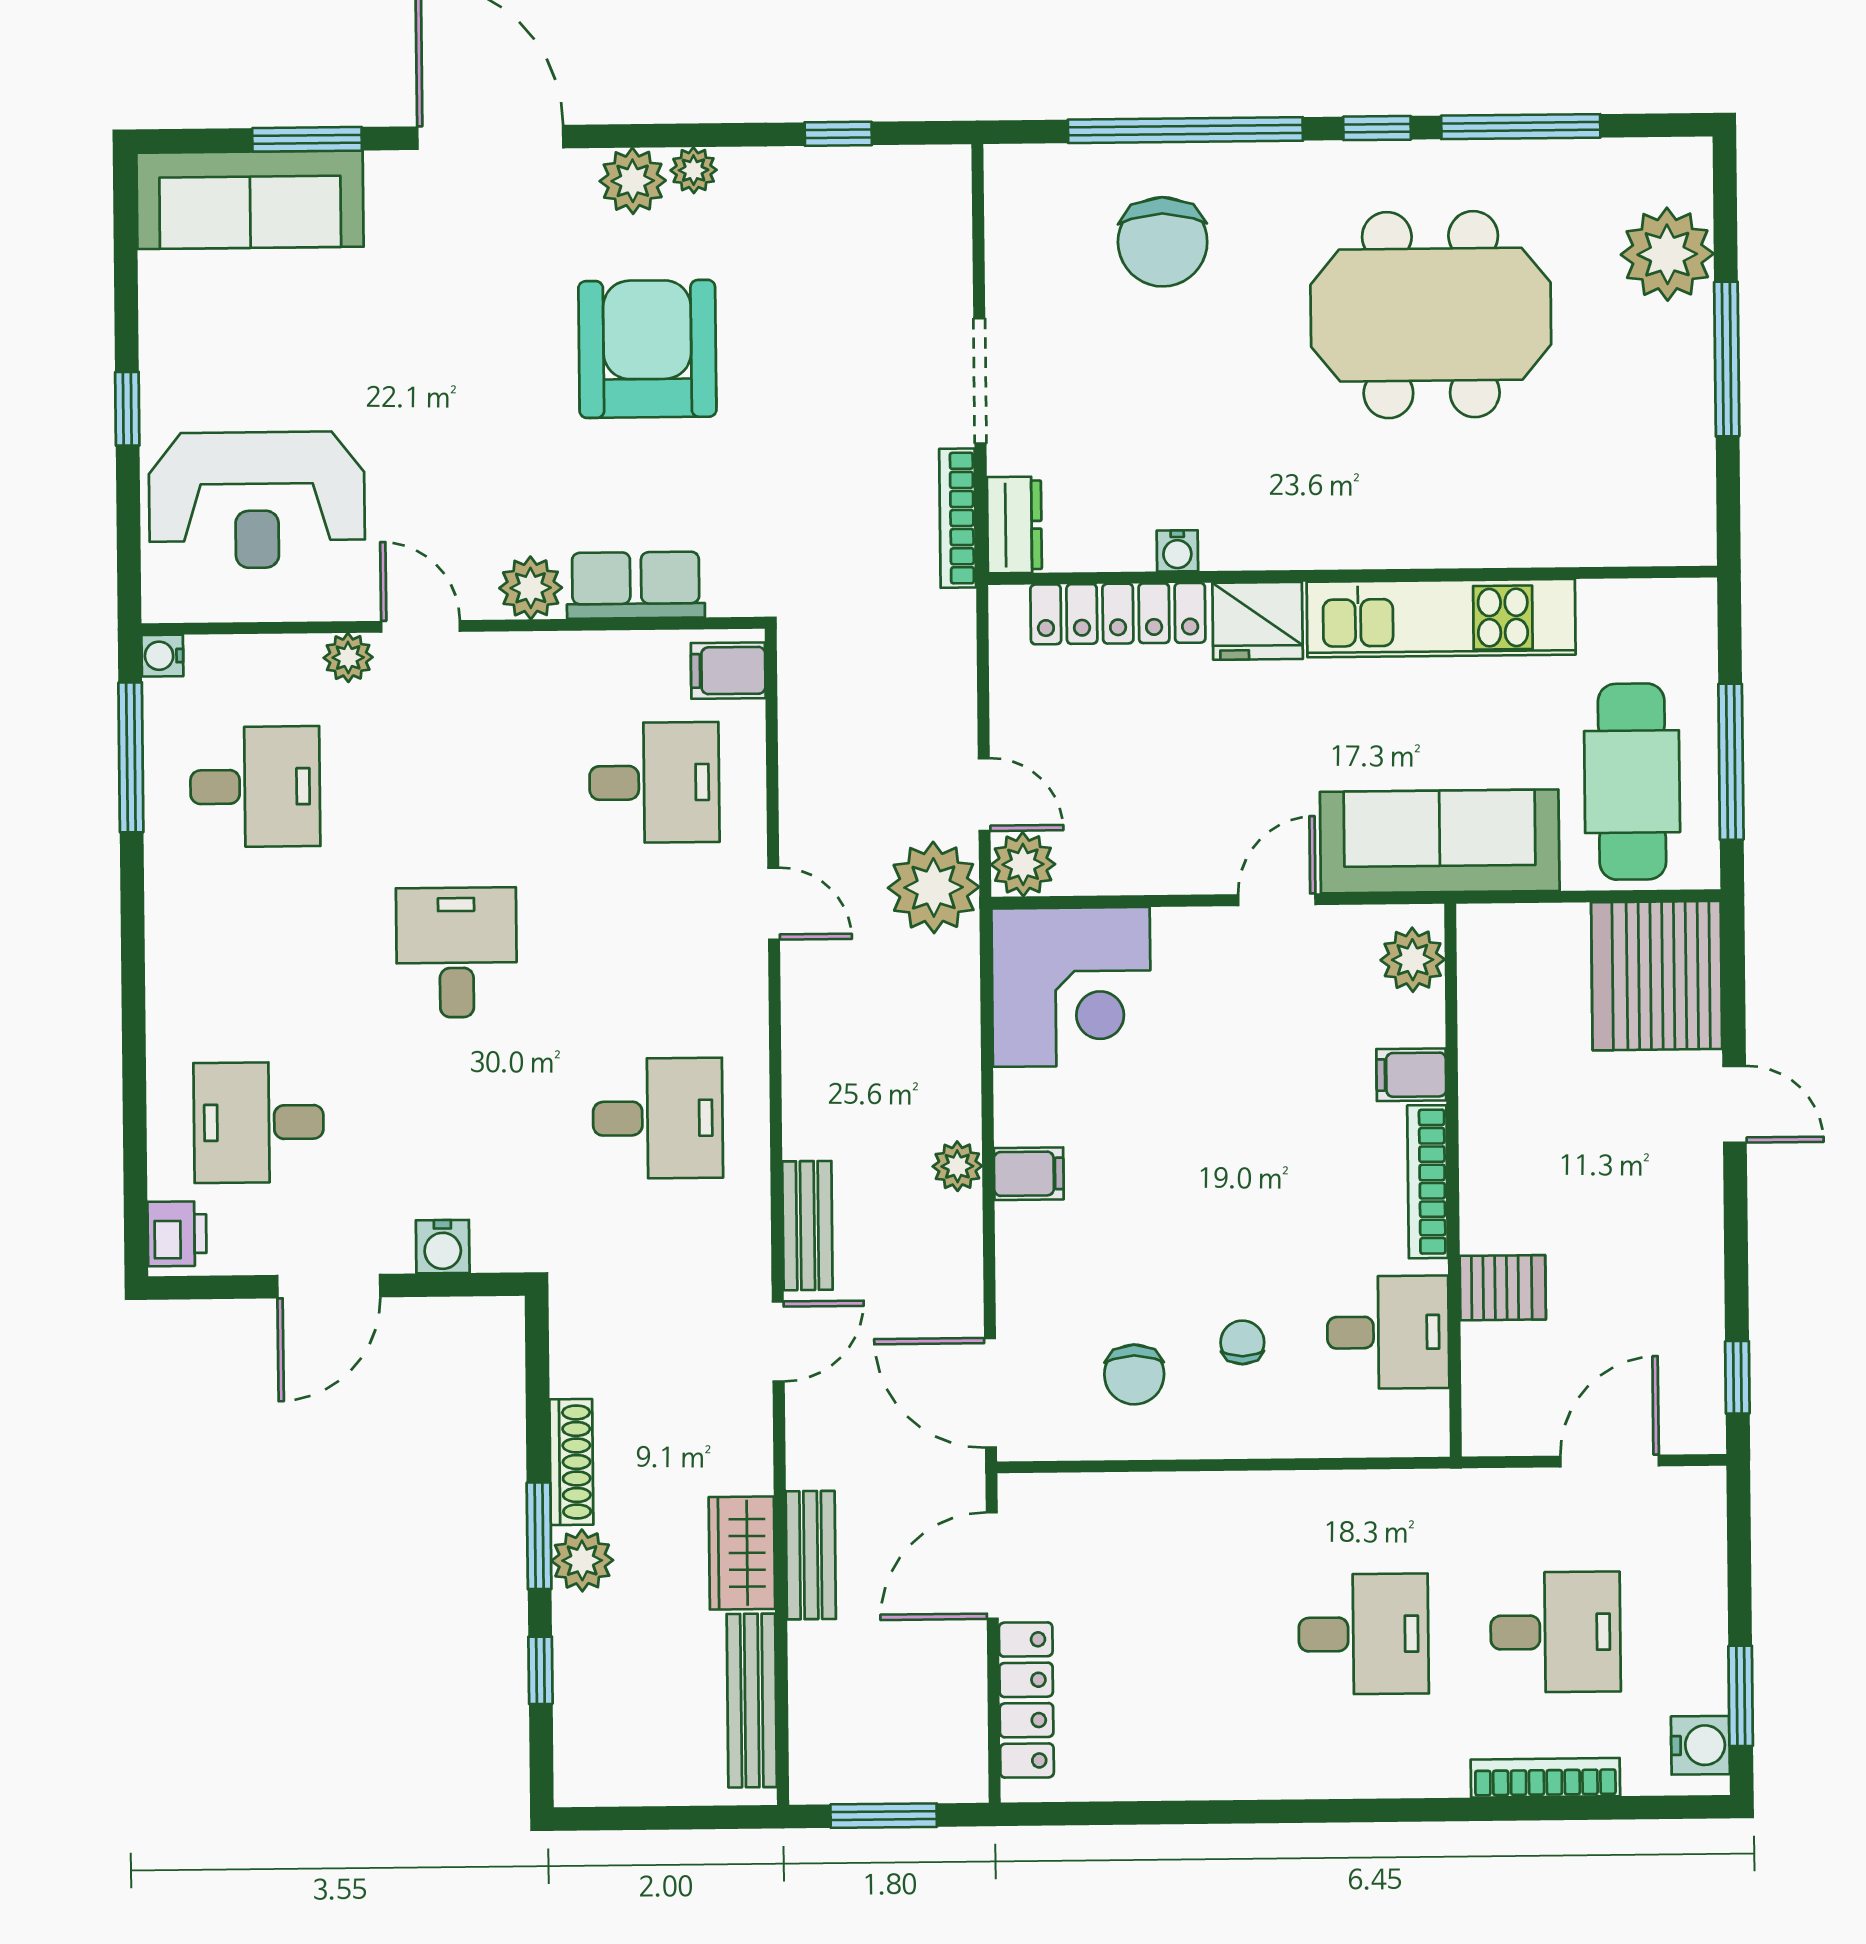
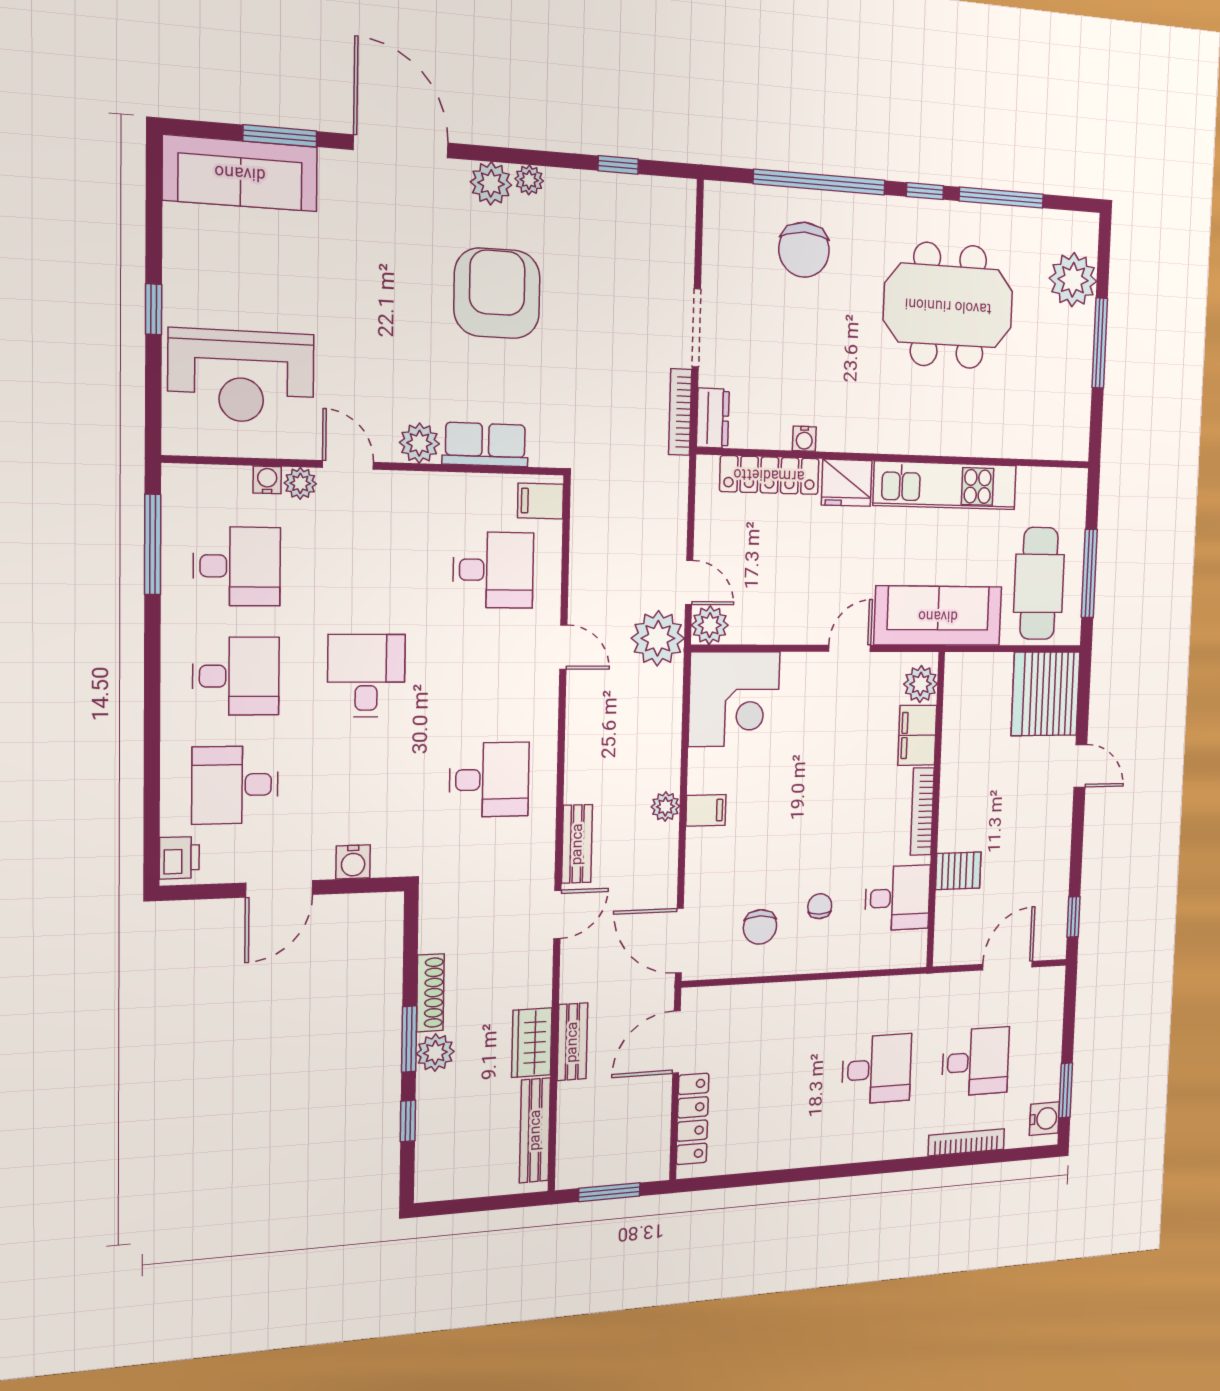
water cooler: (162, 656) -> (267, 480), moved, turned 90
desk: (257, 955) -> (236, 676), added
filing cabinet: (1411, 1075) -> (917, 735), width x2.00

